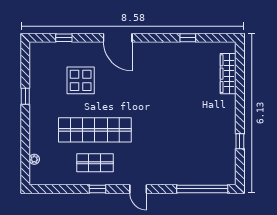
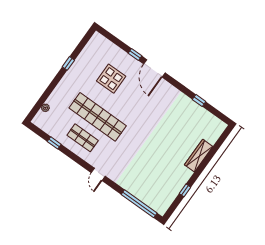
window: (64, 38) -> (135, 55), moved
wardrobe: (228, 74) -> (199, 156), moved
window: (97, 189) -> (54, 143), moved

